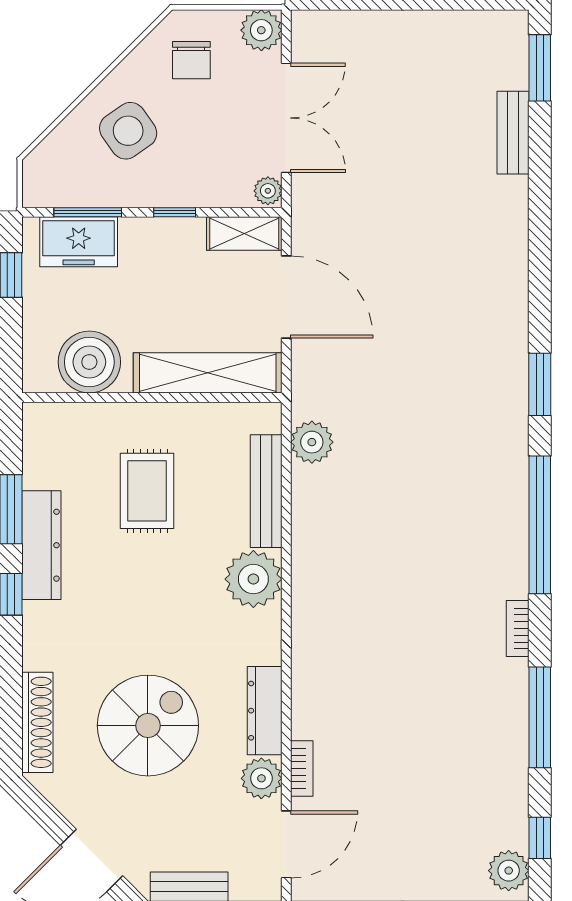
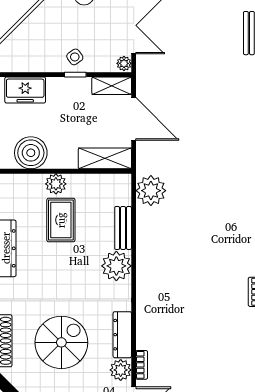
side table: (128, 131) -> (75, 57), moved, width x0.54, depth x0.54
window: (88, 212) -> (30, 75), removed
shelving: (208, 373) -> (105, 158), width x0.68
plant: (137, 422) -> (56, 184), added
plant: (312, 442) -> (151, 191), width x1.36, depth x1.36
bench: (266, 491) -> (123, 228), width x0.73

